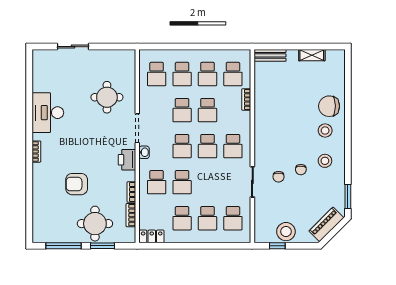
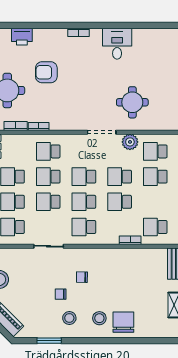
school desk: (208, 74) -> (48, 202), moved
plant: (147, 100) -> (130, 142), added
desk: (48, 113) -> (117, 44), width x0.73
washbasin: (144, 152) -> (78, 139), removed
printer: (127, 160) -> (22, 37), moved, turned 180
chair: (279, 177) -> (82, 277), moved
armchair: (77, 184) -> (46, 72), turned -90
window: (348, 197) -> (49, 341), moved

